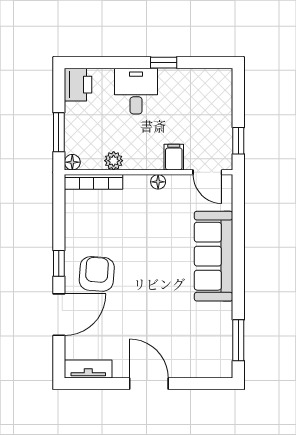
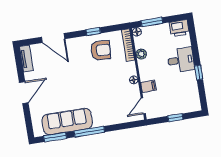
window: (238, 141) -> (175, 118), moved
sofa: (214, 256) -> (67, 122), moved
window: (59, 263) -> (93, 31), moved
armchair: (97, 274) -> (101, 50), moved
window: (238, 277) -> (89, 132), added

